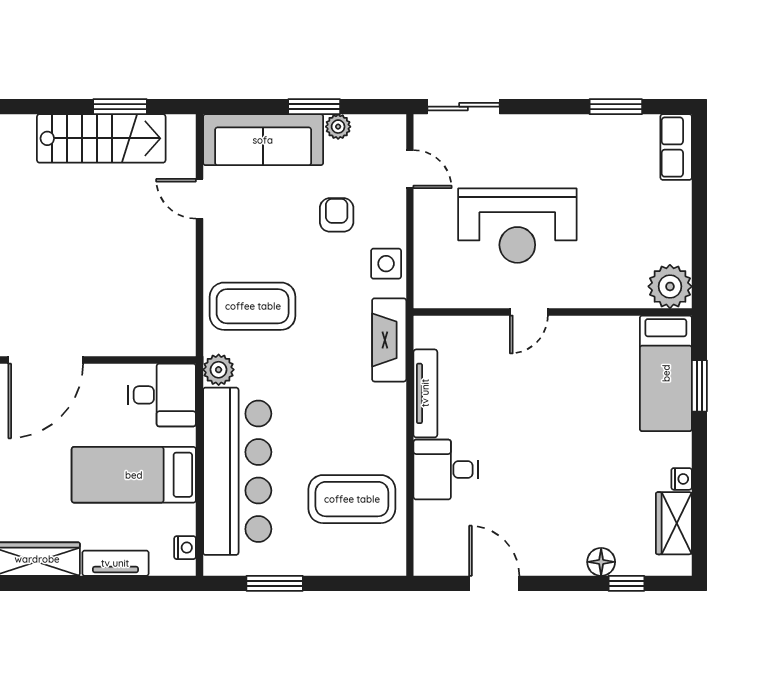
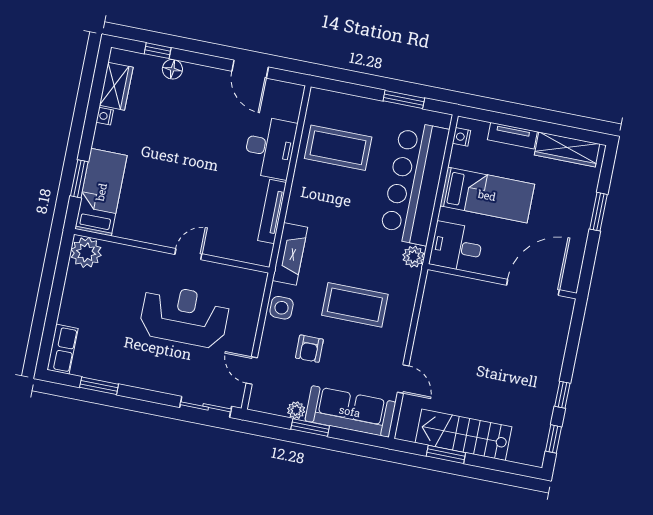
coffee table: (253, 306) -> (355, 305), moved
desk: (446, 470) -> (270, 148), width x1.37

